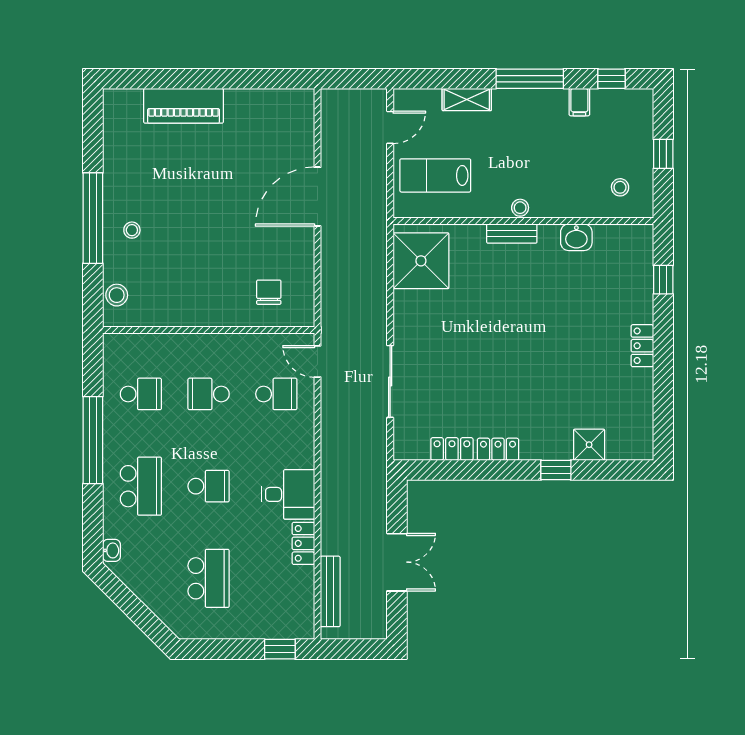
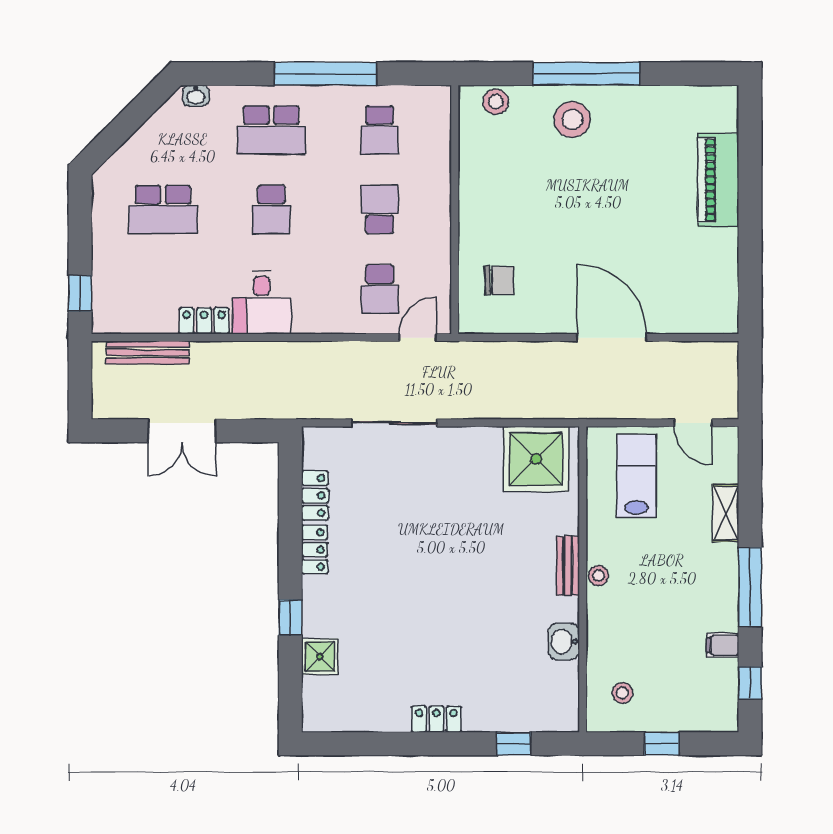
stool: (132, 230) -> (572, 120), width x1.89, depth x1.89

